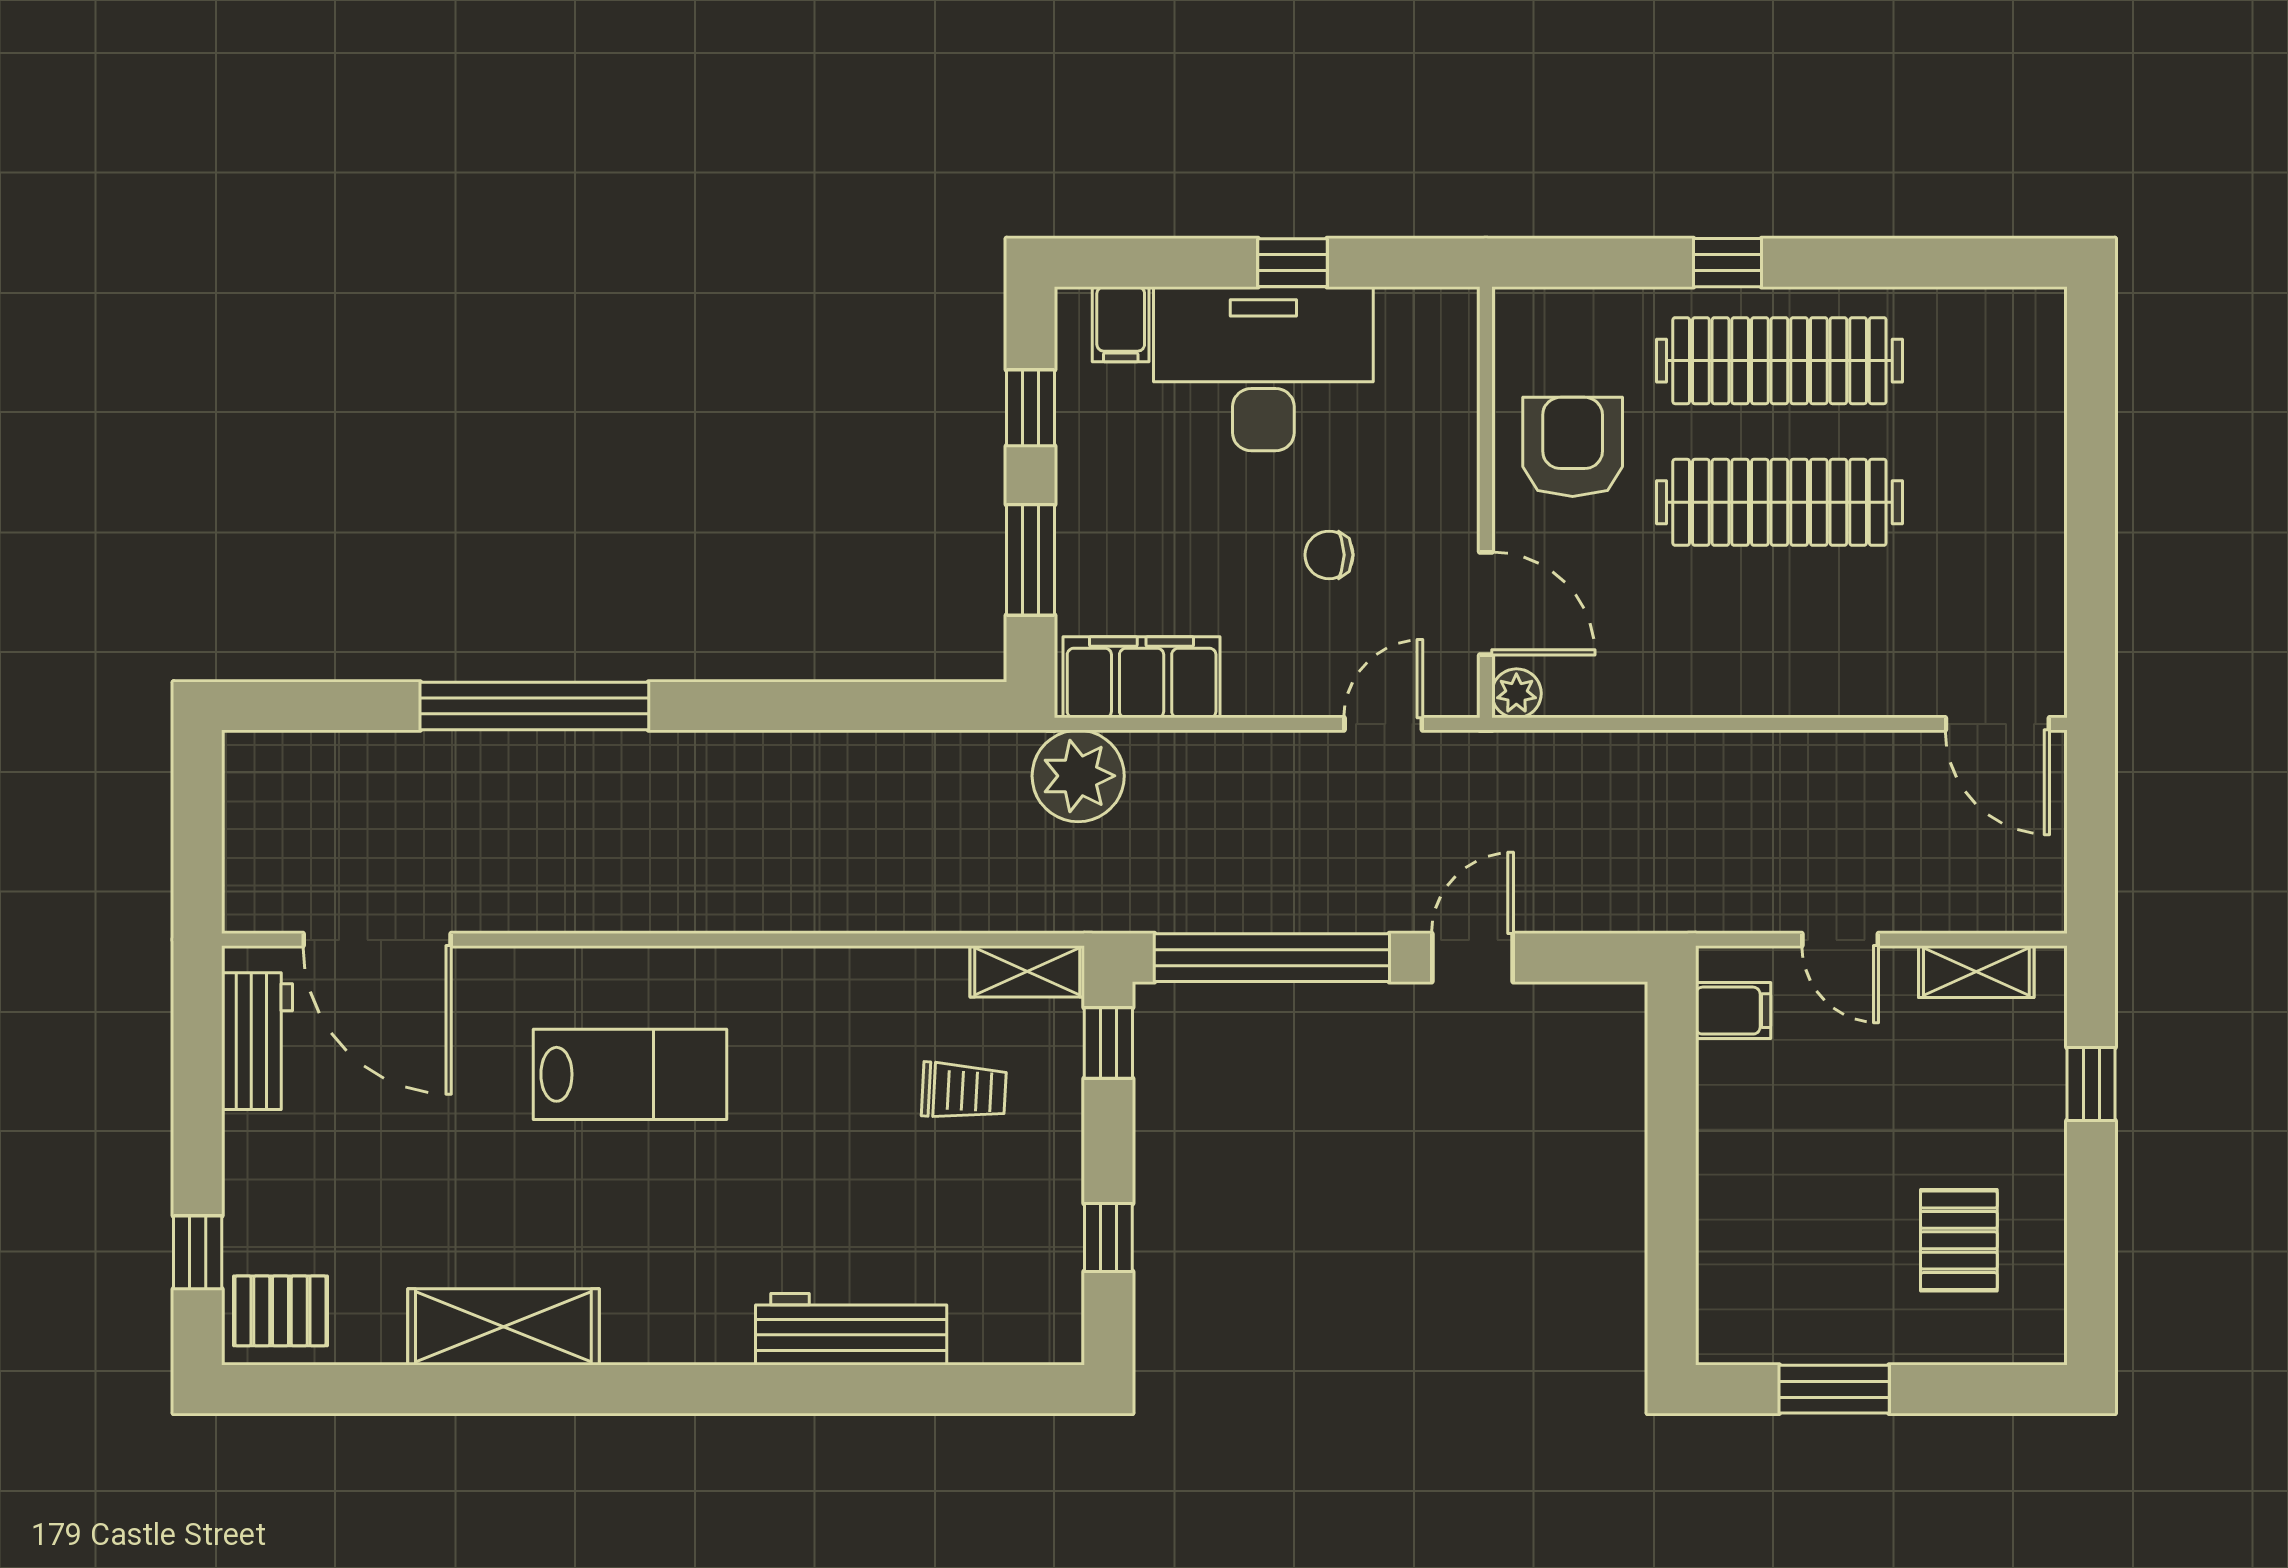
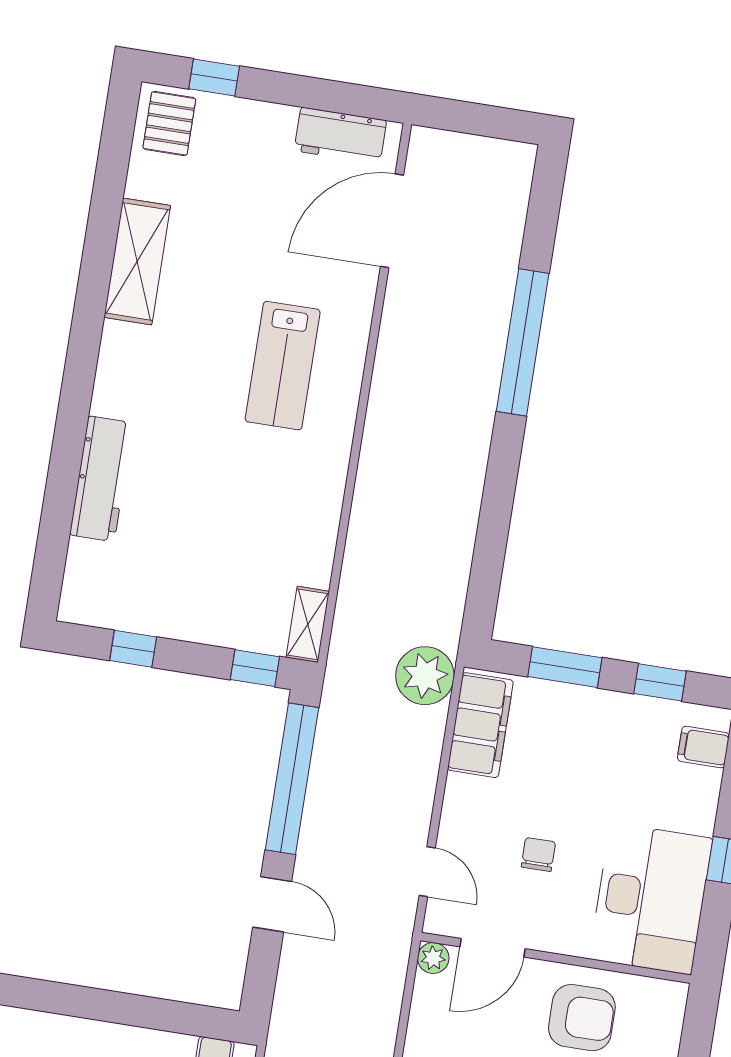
desk: (1263, 369) -> (651, 899), moved
trolley: (964, 1091) -> (239, 573), removed

